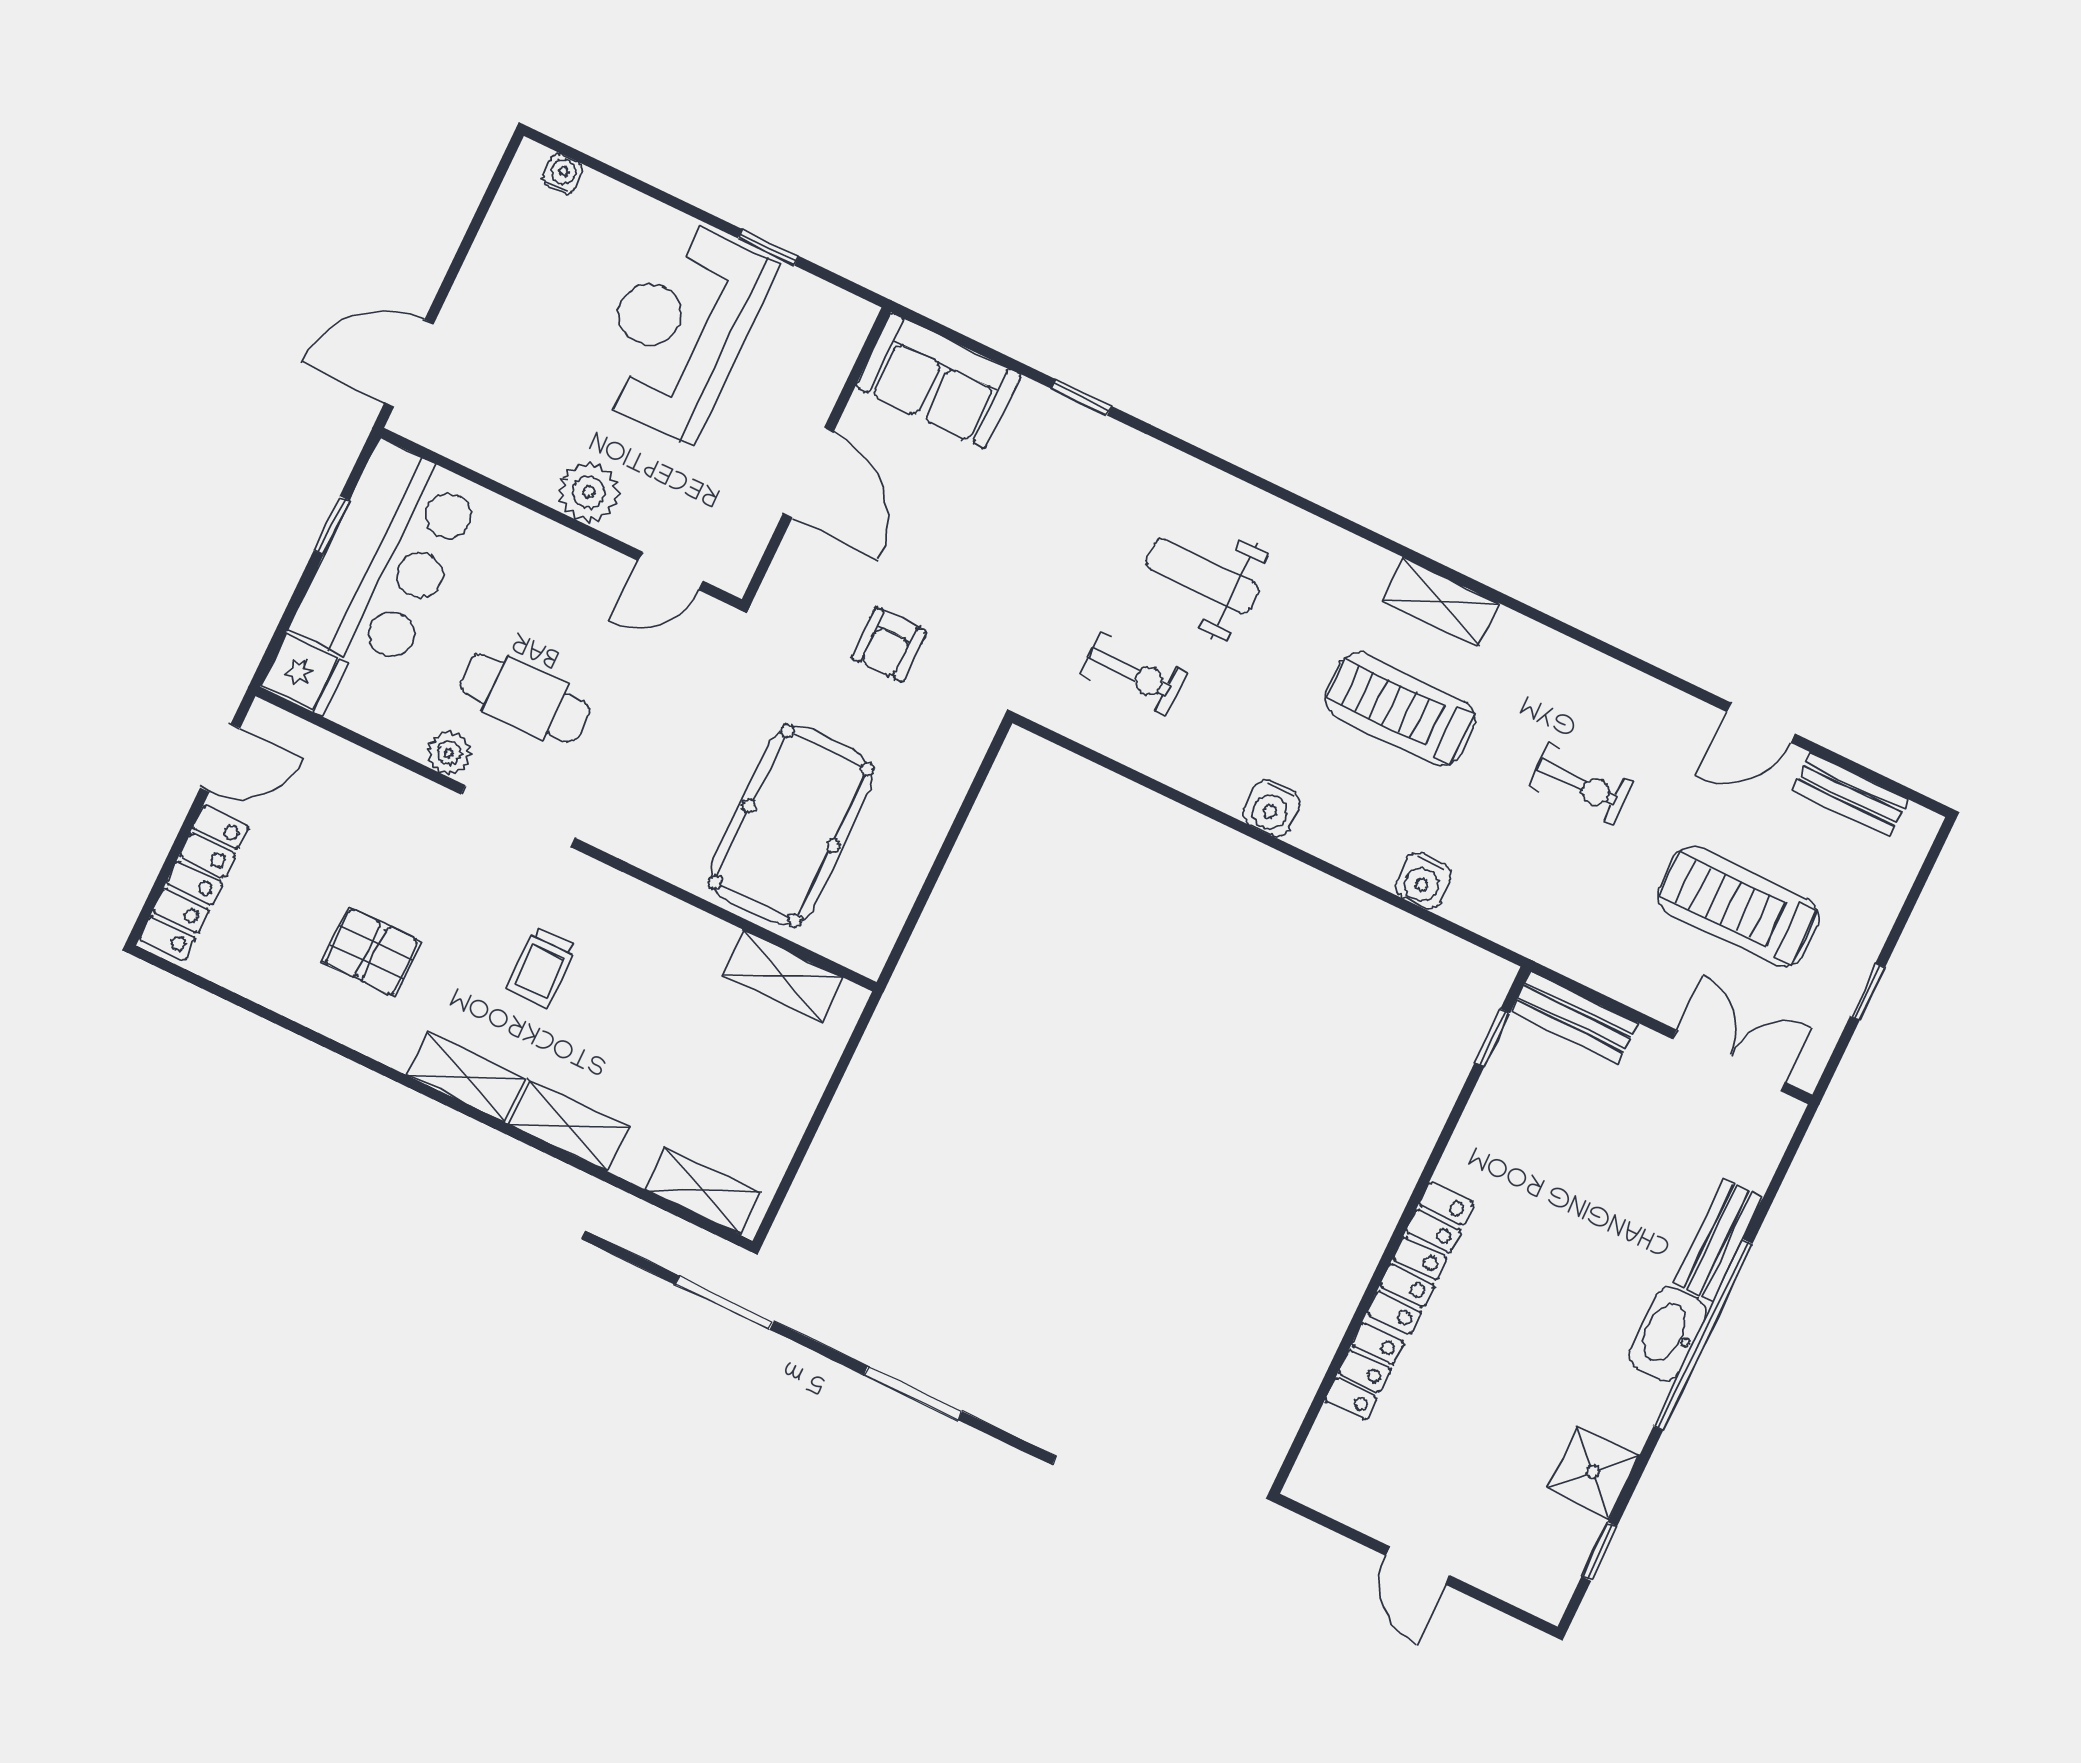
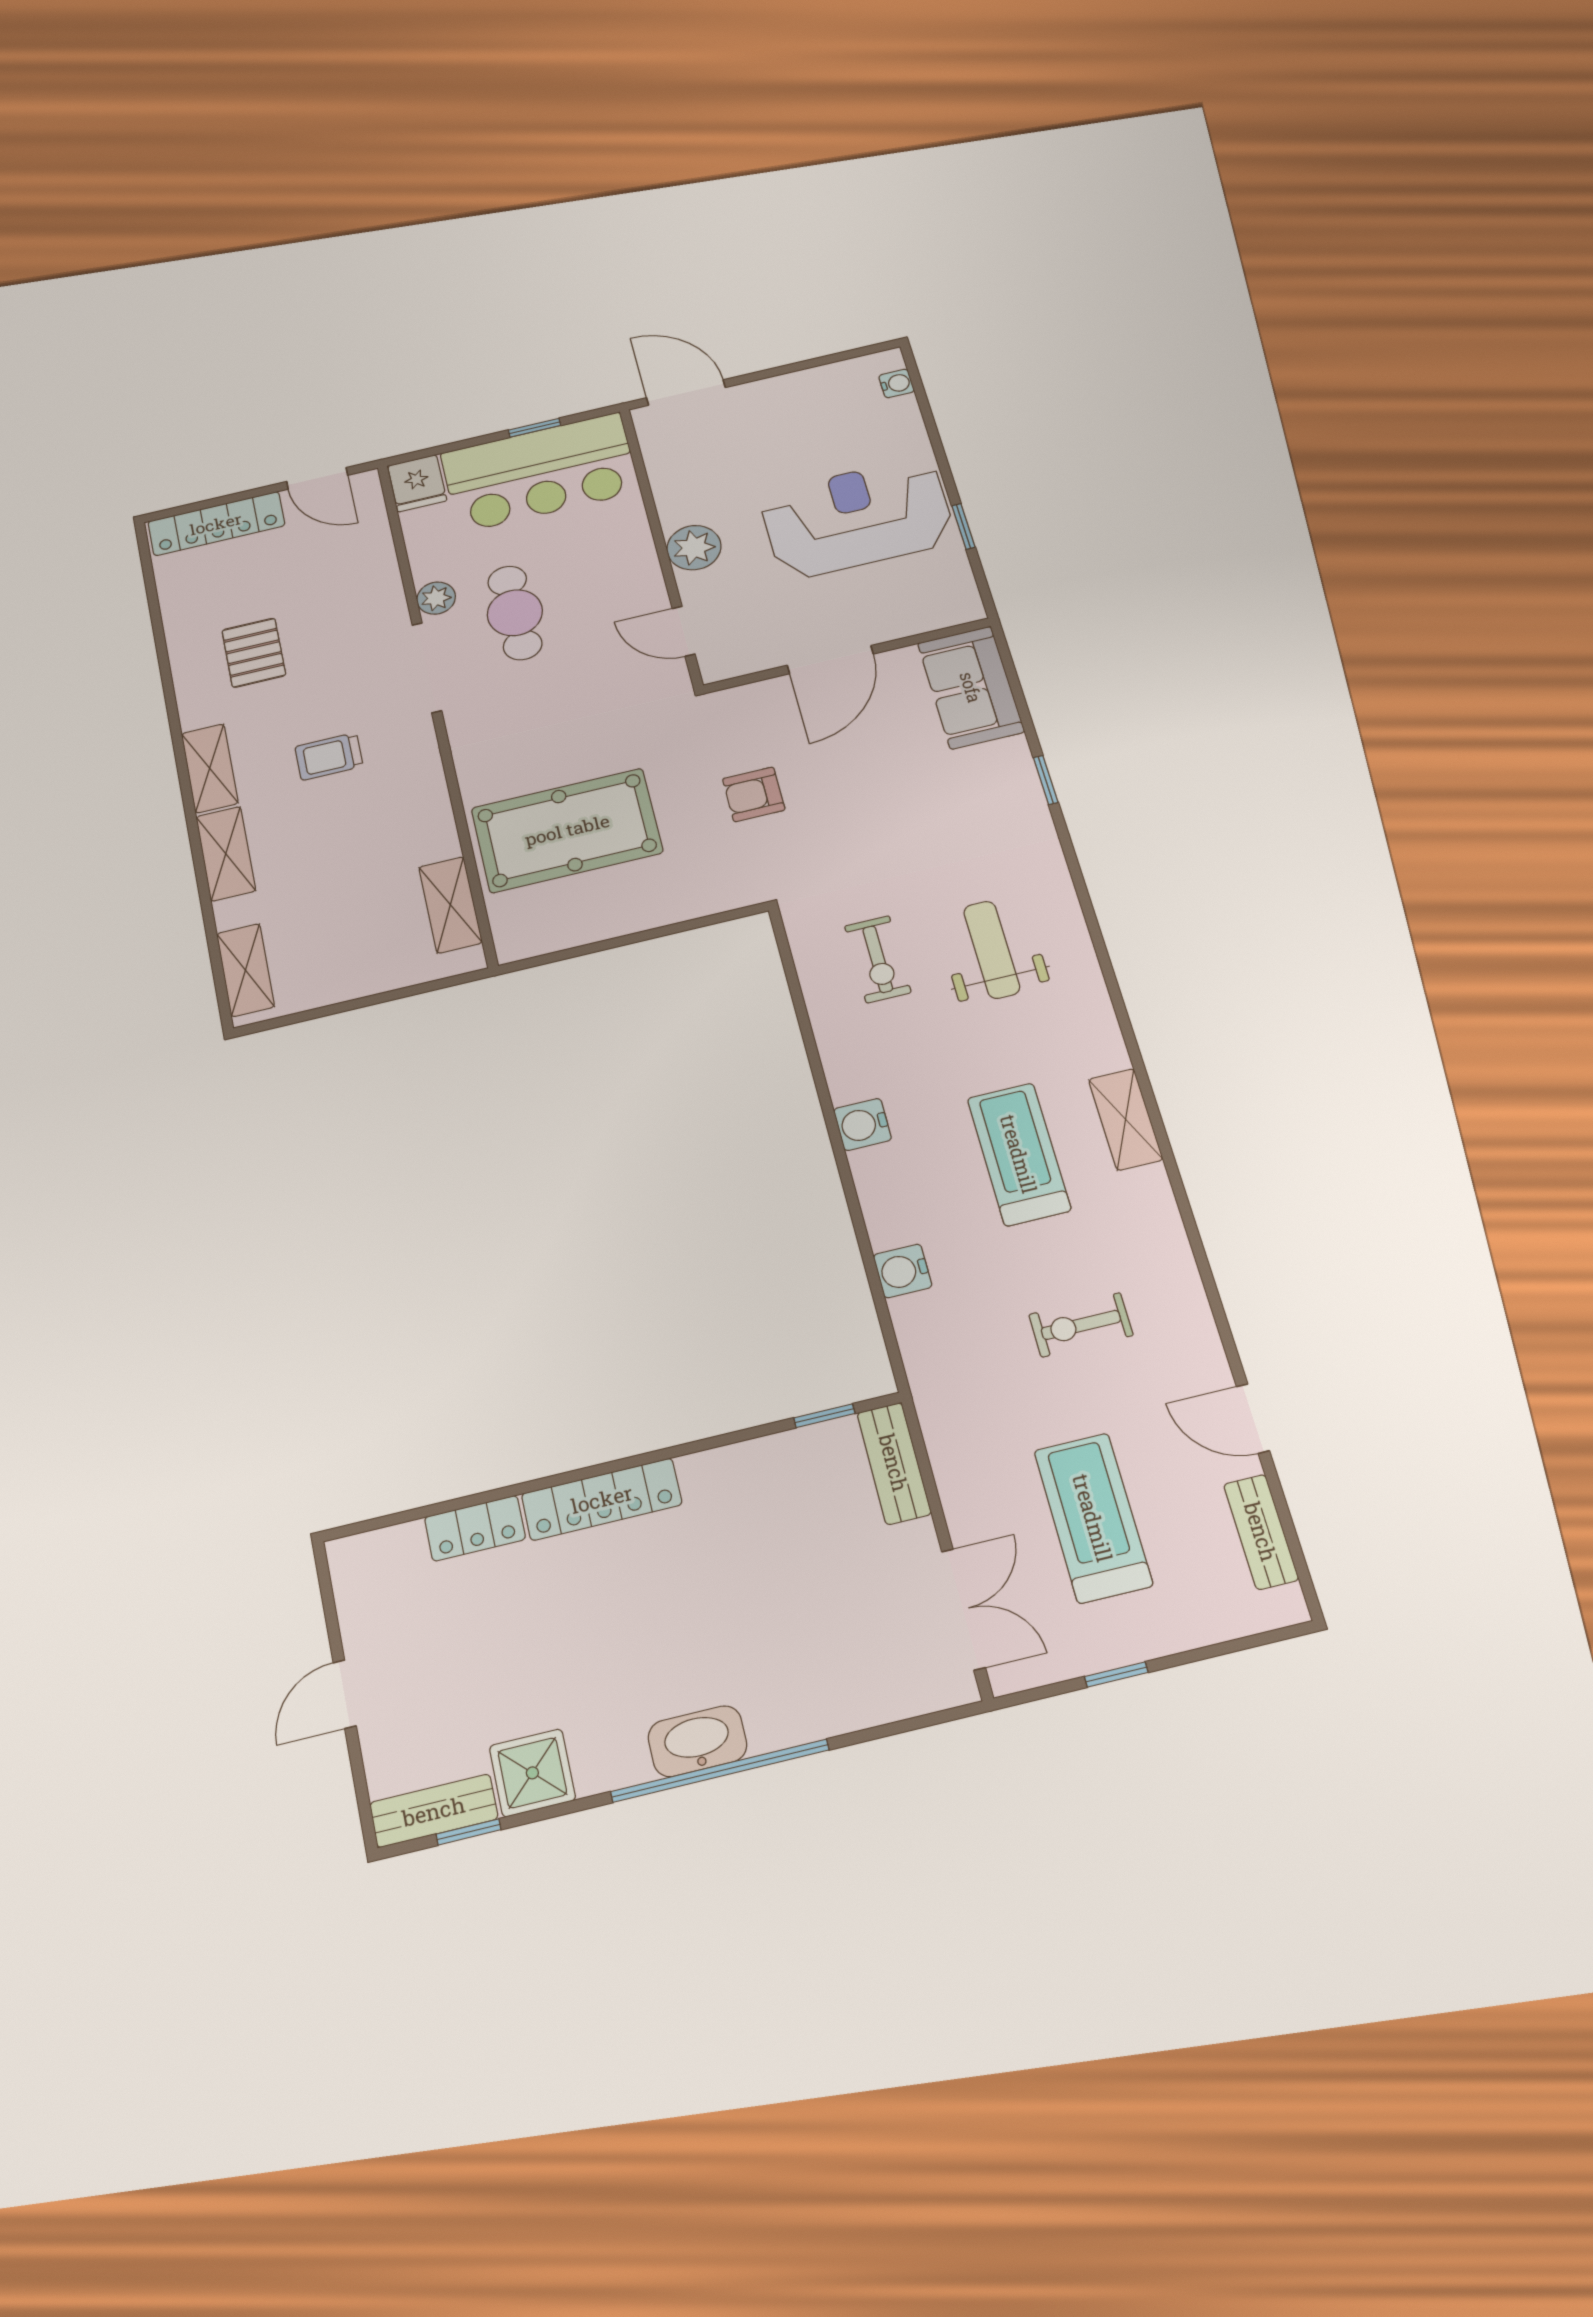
exercise bike: (1581, 785) -> (1081, 1325), turned 90
bench: (1718, 1240) -> (434, 1811), moved

